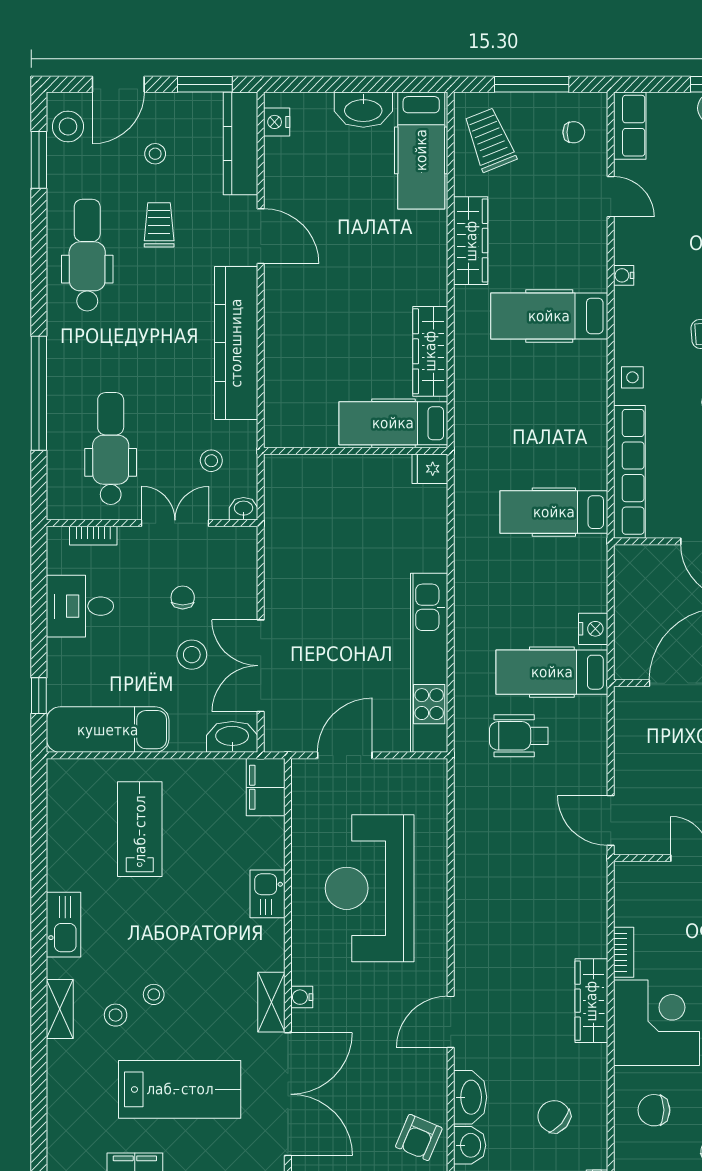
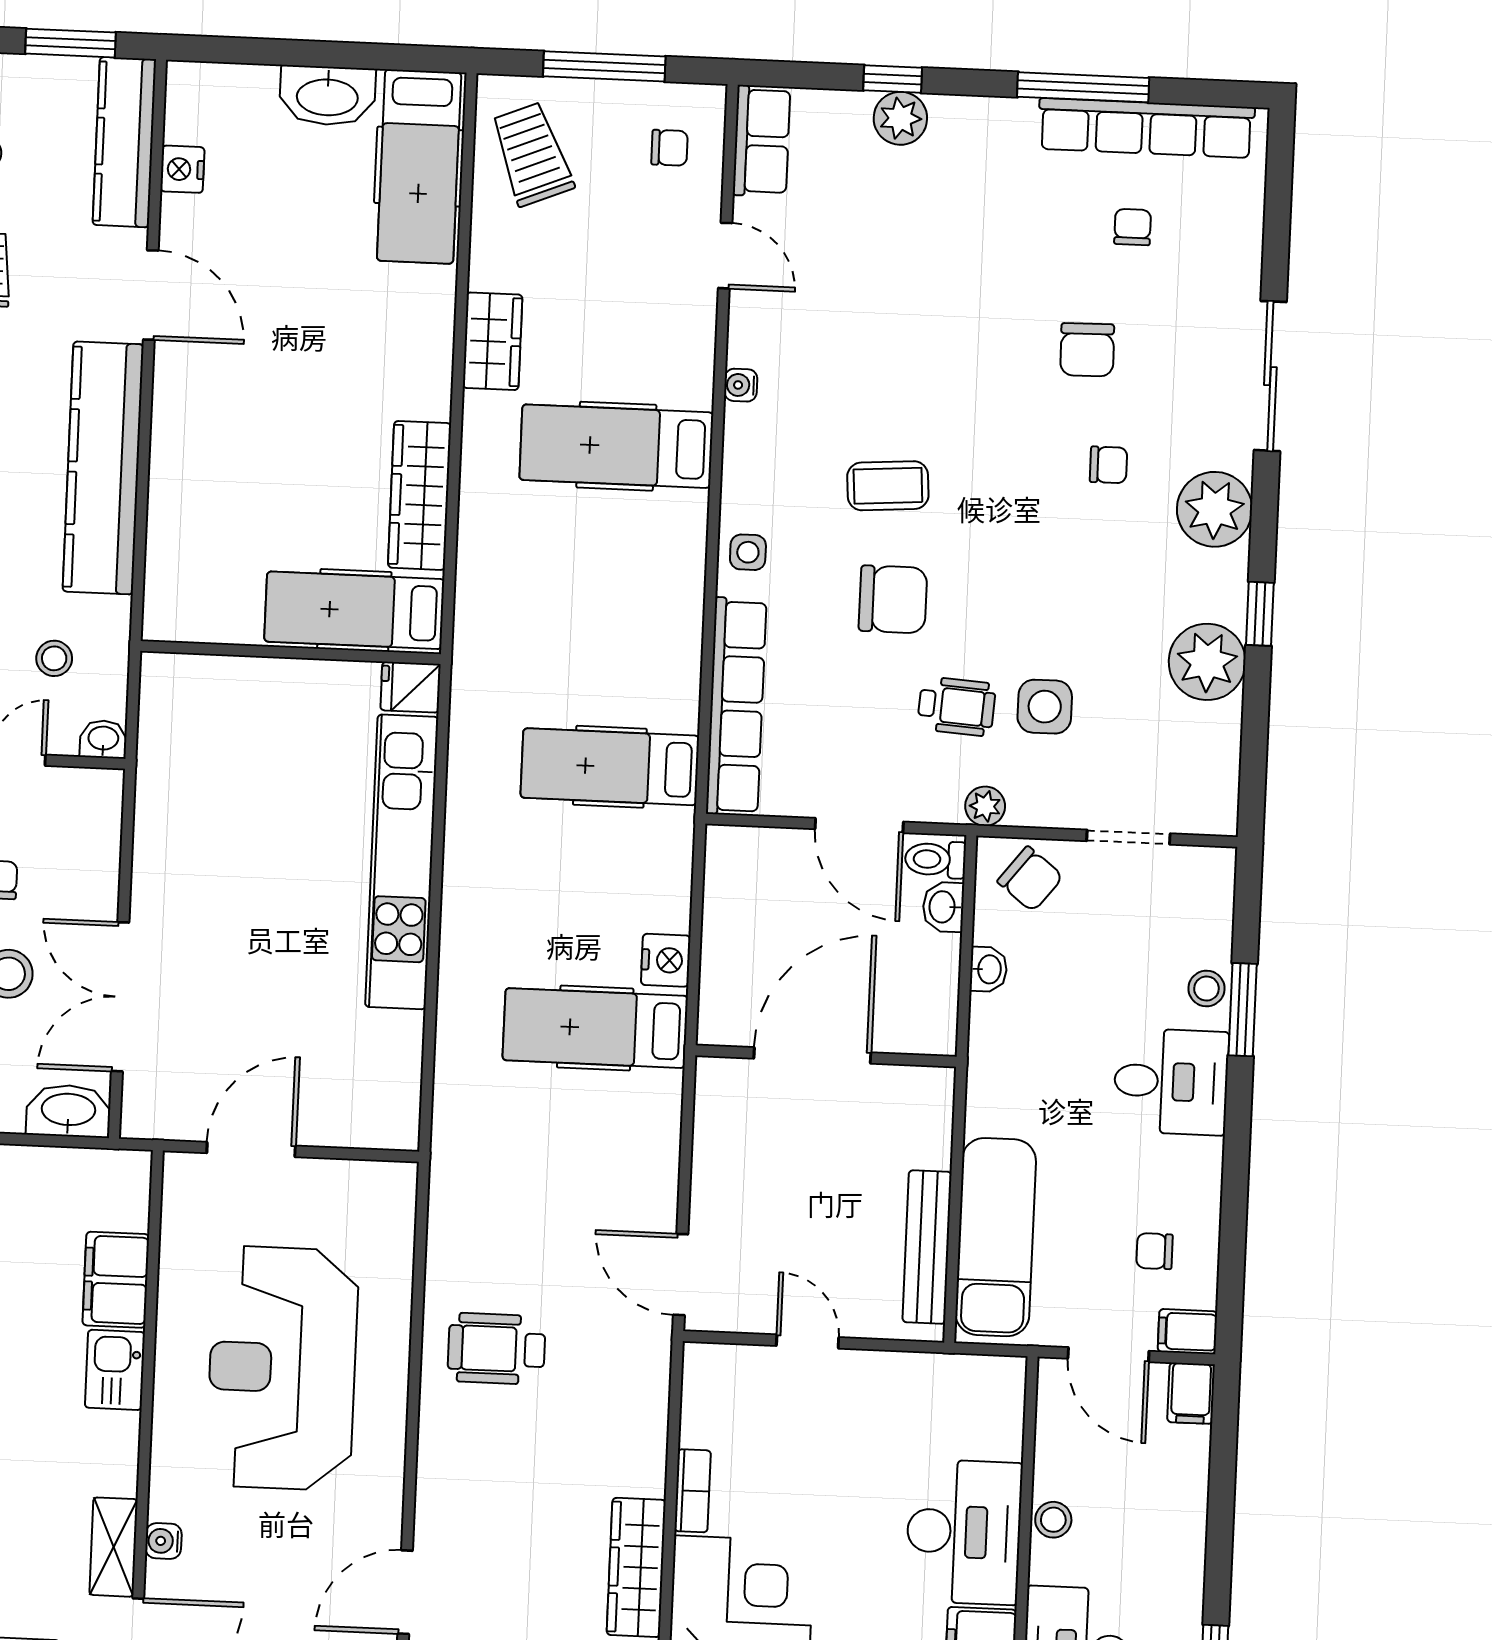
nightstand: (277, 122) -> (182, 169), moved
wardrobe: (471, 241) -> (493, 341), width x0.67
kitchen unit: (429, 663) -> (402, 862), moved
wheelchair: (519, 736) -> (497, 1349), moved
filing cabinet: (266, 787) -> (116, 1280), moved

